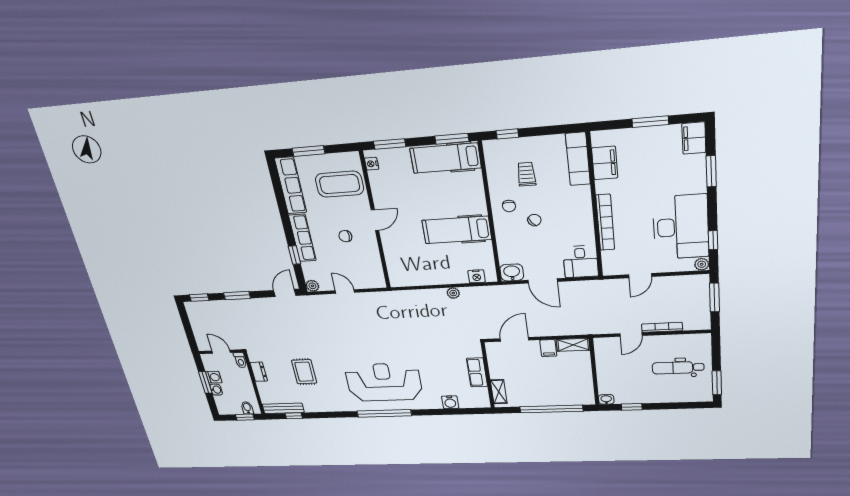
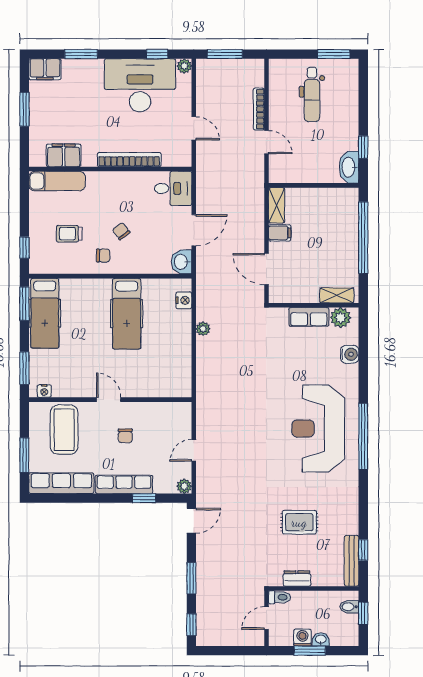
door: (285, 293) -> (191, 521), swing flipped
plant: (480, 395) -> (341, 318), added
washbasin: (606, 399) -> (349, 167), width x1.91, depth x1.45

